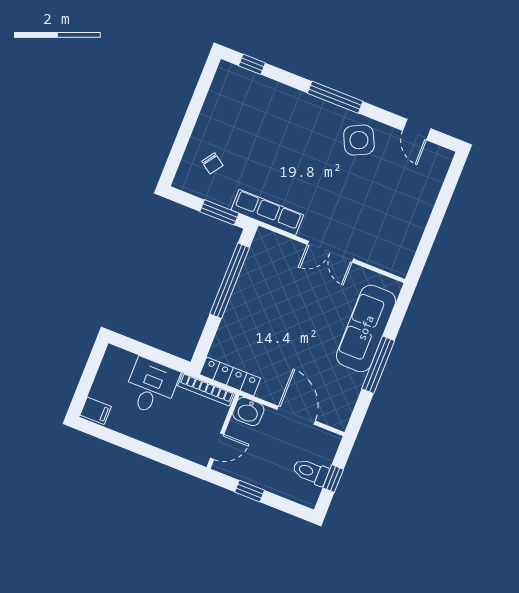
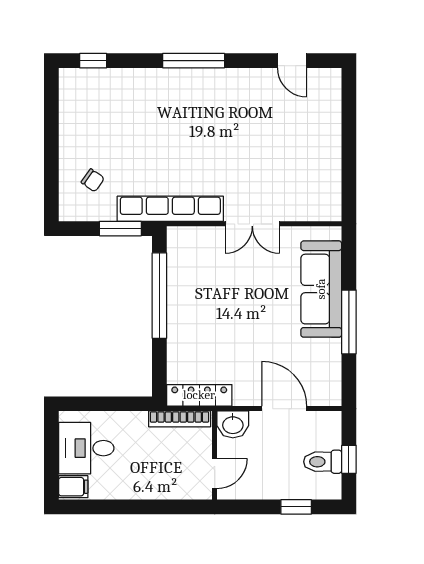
side table: (359, 140) -> (236, 95), removed
row of seats: (267, 212) -> (170, 209), width x1.36
desk: (151, 387) -> (86, 448), moved, turned -90
window: (250, 491) -> (296, 507), moved

